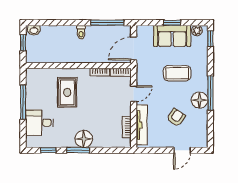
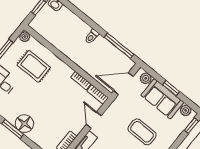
plant: (147, 31) -> (146, 78), added
plant: (31, 73) -> (25, 37), added
rug: (67, 92) -> (34, 66), moved, turned 90
door: (134, 94) -> (94, 120), swing flipped

